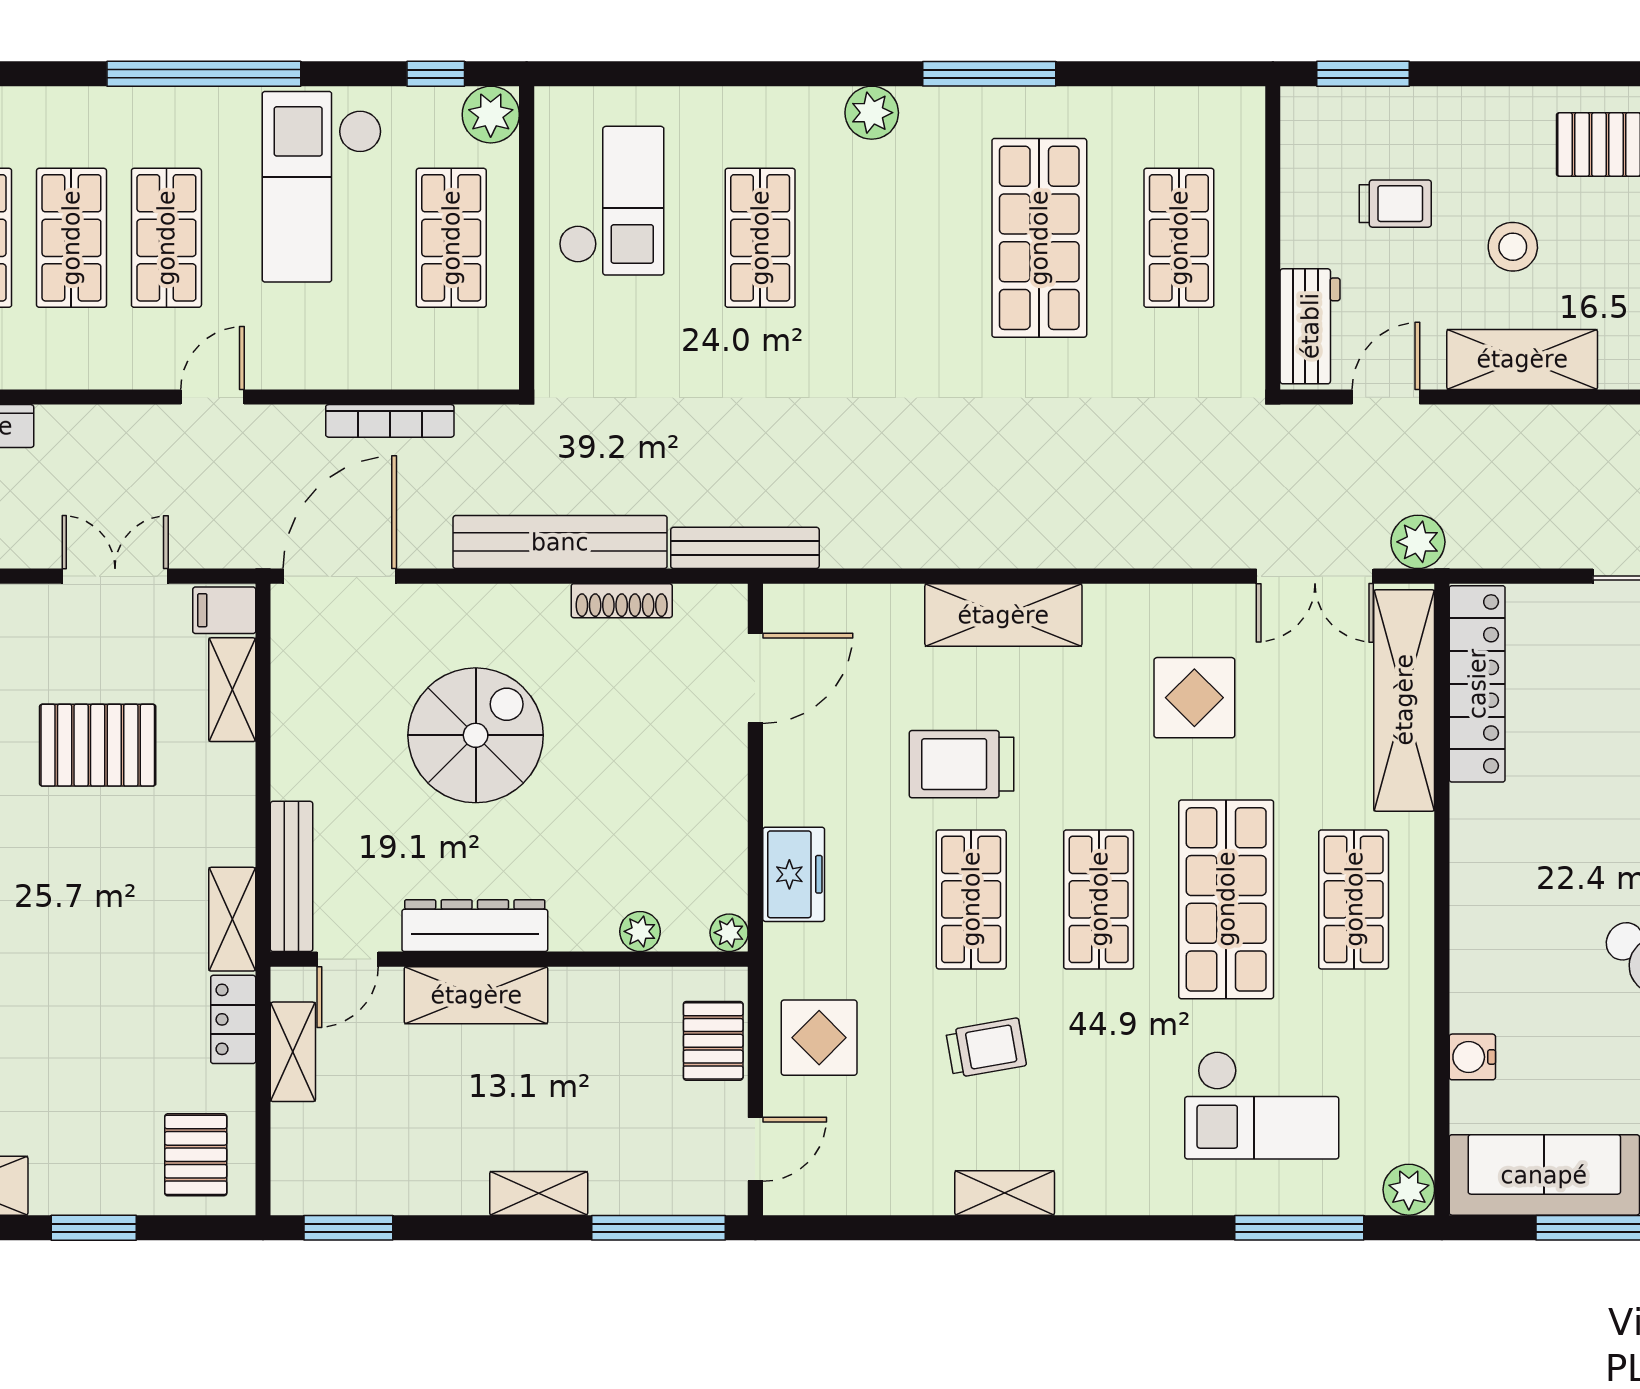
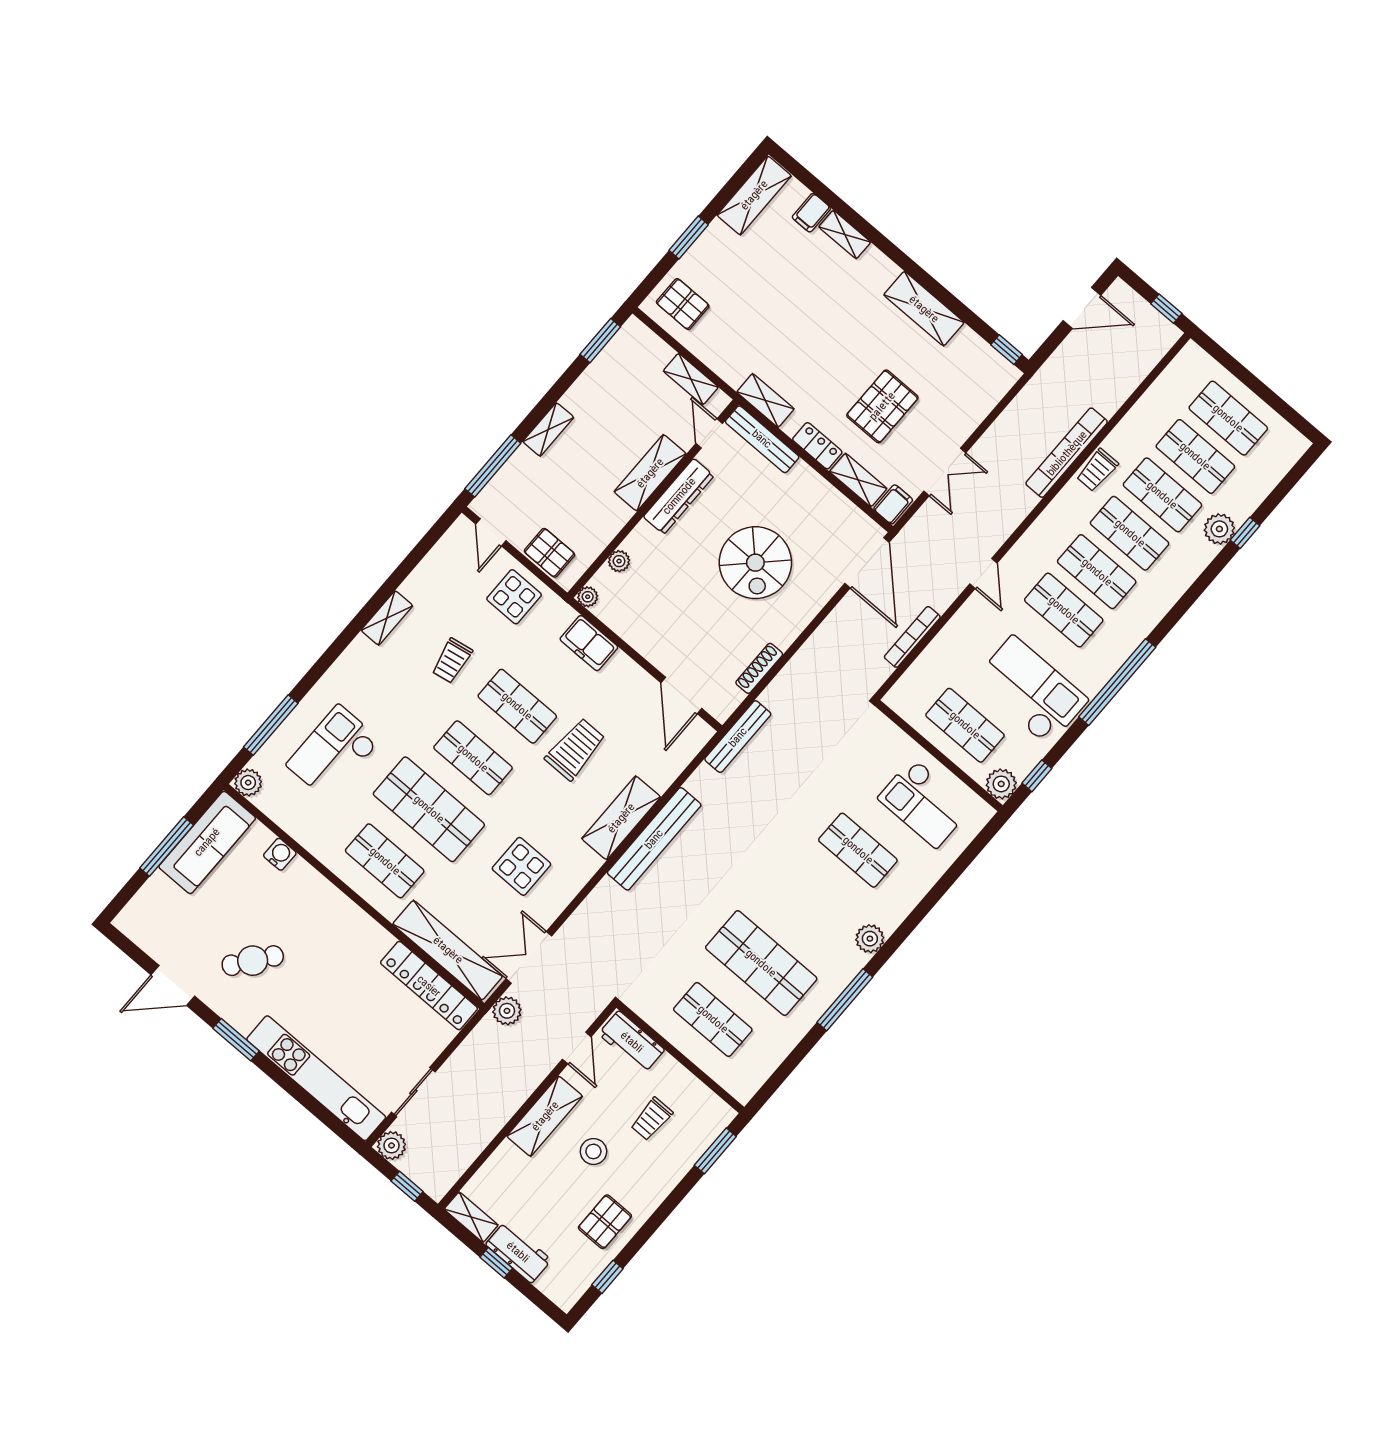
bench: (560, 542) -> (654, 839), moved
locker: (233, 1019) -> (817, 446), moved

